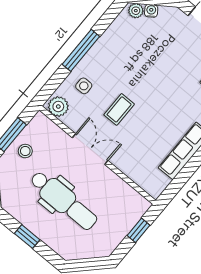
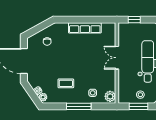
coffee table: (119, 109) -> (66, 83), moved
double door: (90, 149) -> (117, 58), moved

